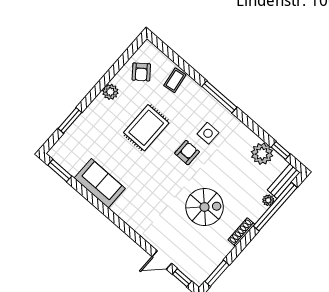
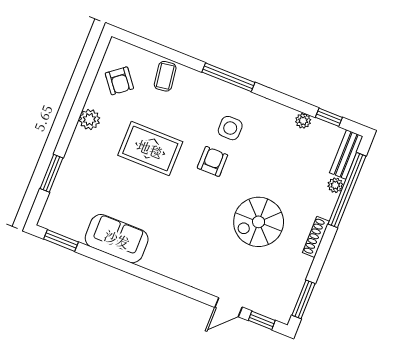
rug: (146, 128) -> (150, 149), turned 90
plant: (262, 154) -> (303, 121), width x0.53, depth x0.53
spiral stairs: (205, 207) -> (259, 222), turned 180

